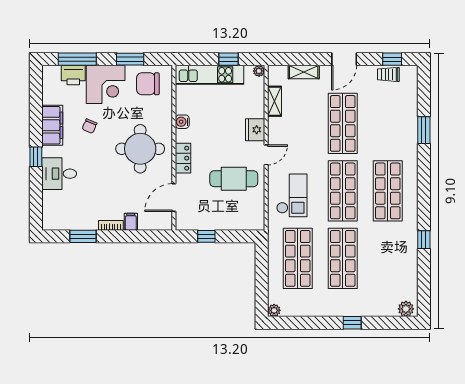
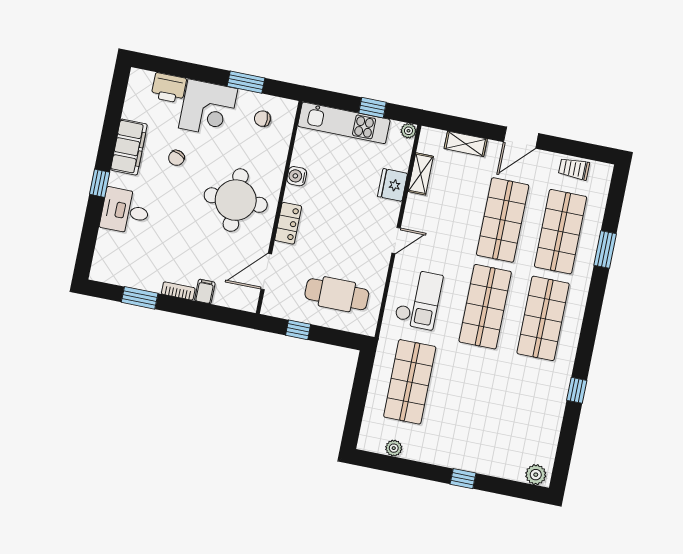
window: (77, 59) -> (178, 68), removed
window: (392, 59) -> (583, 150), removed
chair: (148, 84) -> (262, 119), width x0.54, depth x0.54
fridge: (255, 130) -> (393, 185), moved
cafe table: (234, 179) -> (337, 294), moved
shop shelf: (343, 258) -> (561, 232), moved
plant: (274, 310) -> (394, 448), moved

